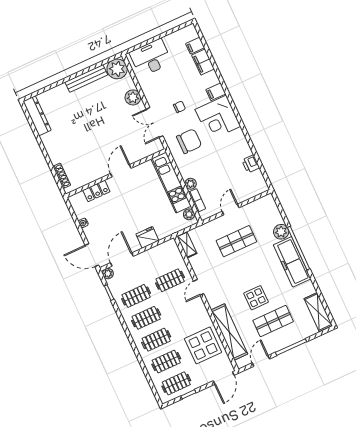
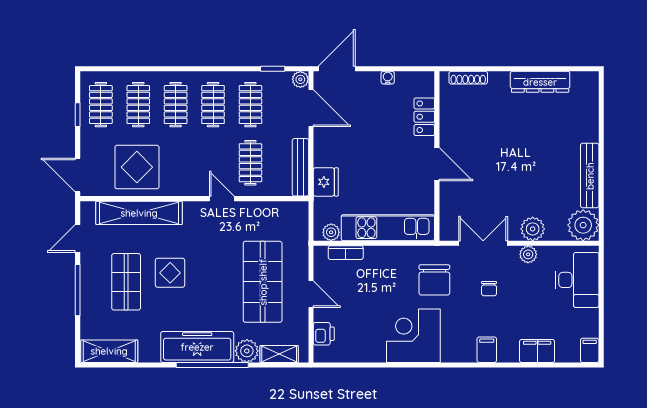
filing cabinet: (195, 46) -> (590, 350), moved
dresser: (37, 116) -> (540, 82), moved
corner desk: (218, 118) -> (413, 336), moved
printer: (251, 164) -> (324, 334), moved, turned 90
plant: (191, 184) -> (528, 254), moved
fridge: (147, 237) -> (326, 182), moved
shop shelf: (236, 241) -> (263, 282), width x1.43, depth x1.36
shelving: (187, 245) -> (279, 354), moved
bench: (159, 250) -> (300, 167), added
door: (261, 361) -> (78, 239), swing flipped

